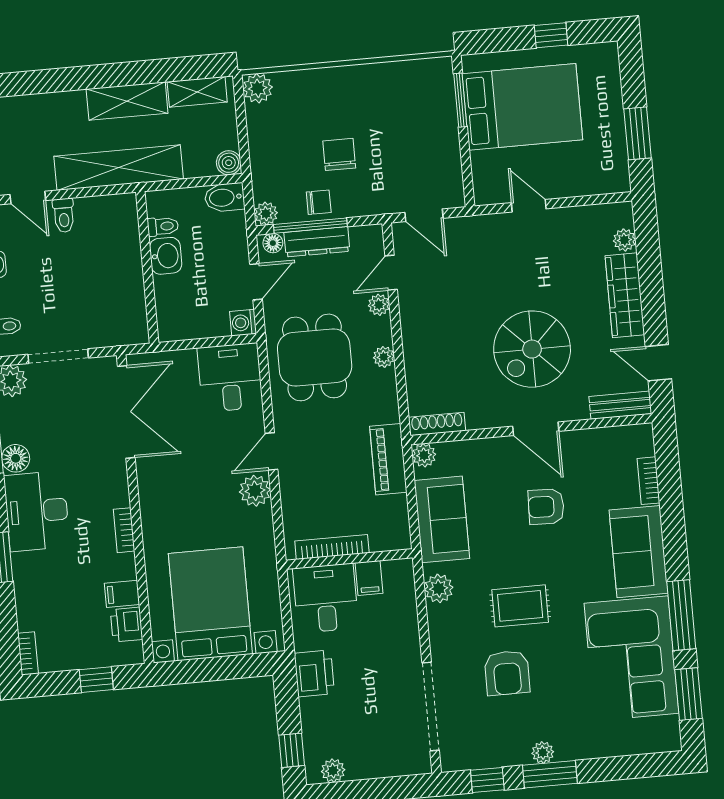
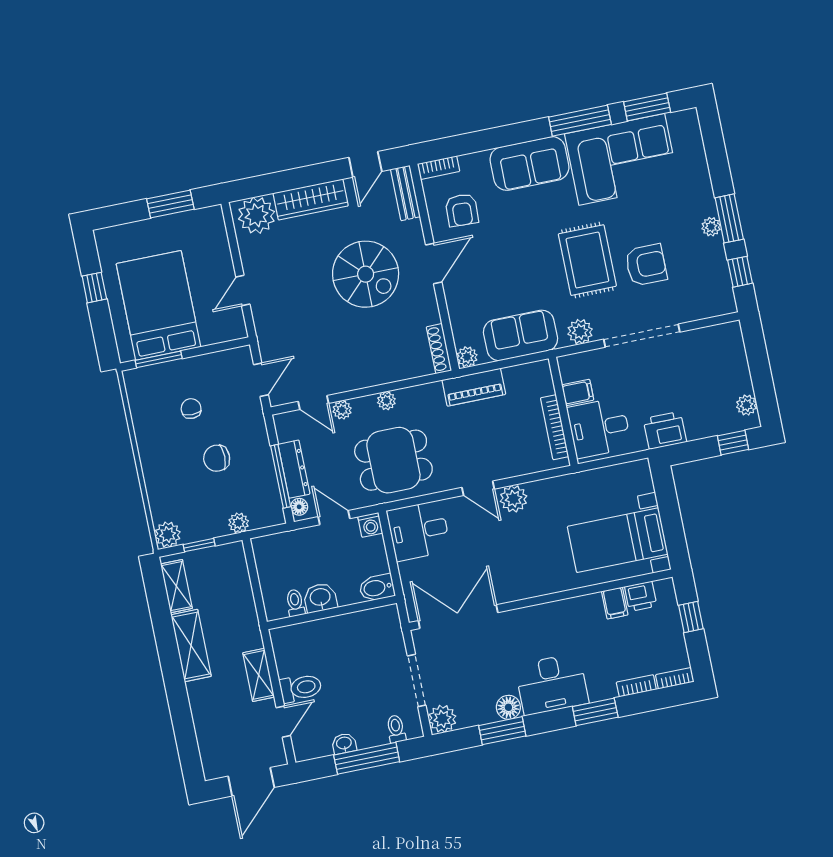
window: (242, 123) -> (199, 545), added
boiler: (229, 163) -> (234, 552), removed
shelving: (119, 168) -> (259, 675), width x0.45, depth x0.75
bidet: (224, 197) -> (377, 588), moved, turned 90
chair: (319, 202) -> (191, 409), moved
plant: (266, 214) -> (239, 523), moved
toilet: (64, 215) -> (301, 688), width x1.37, depth x1.39
plant: (624, 240) -> (257, 215), width x1.88, depth x1.88
bookcase: (648, 481) -> (438, 168), moved
armchair: (546, 507) -> (462, 210), moved
bookcase: (124, 530) -> (636, 686), moved, turned 180
bed with nightstands: (210, 604) -> (618, 540), width x0.73
rug: (520, 606) -> (587, 260), width x1.36, depth x1.43
doorway: (431, 706) -> (642, 336), moved

